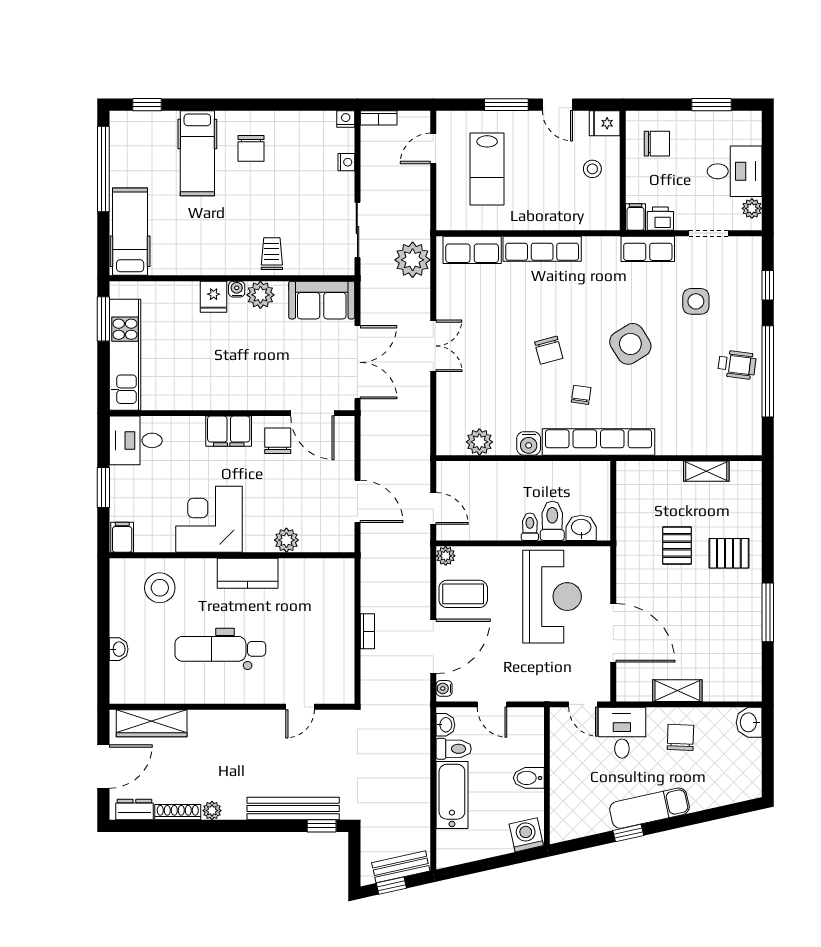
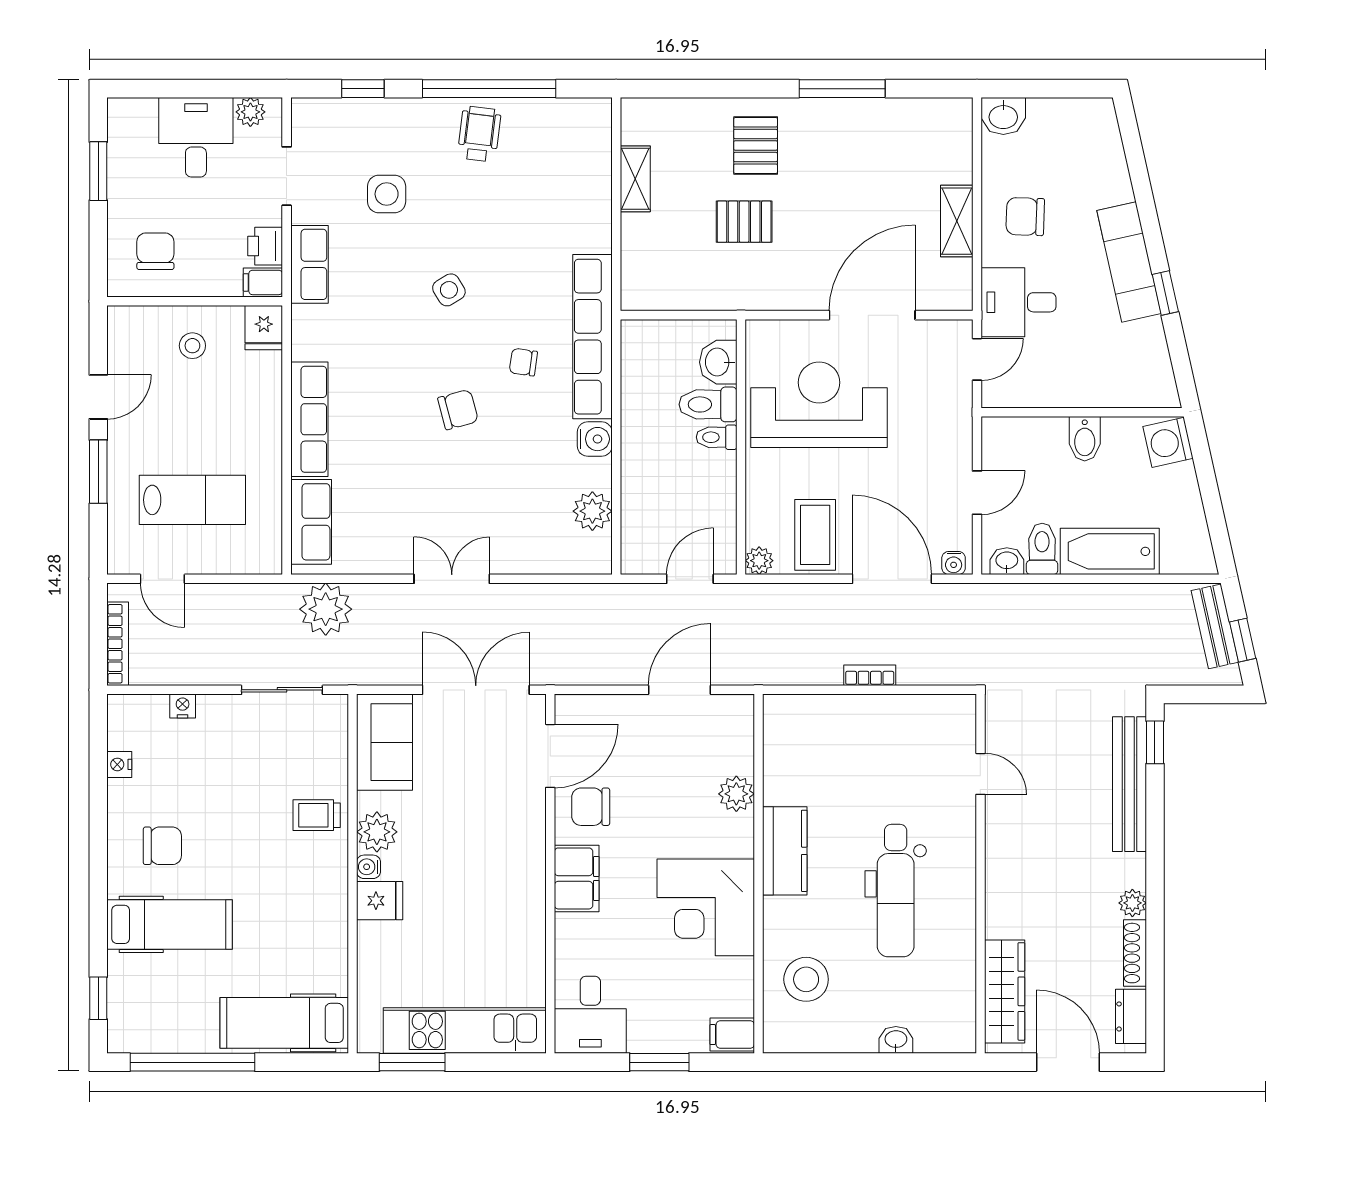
bookcase: (379, 118) -> (118, 644), width x1.56
nightstand: (346, 119) -> (119, 764), moved
fridge: (605, 123) -> (264, 328), moved
side table: (630, 344) -> (449, 290), width x0.54, depth x0.54

